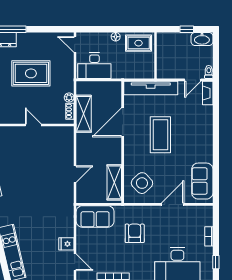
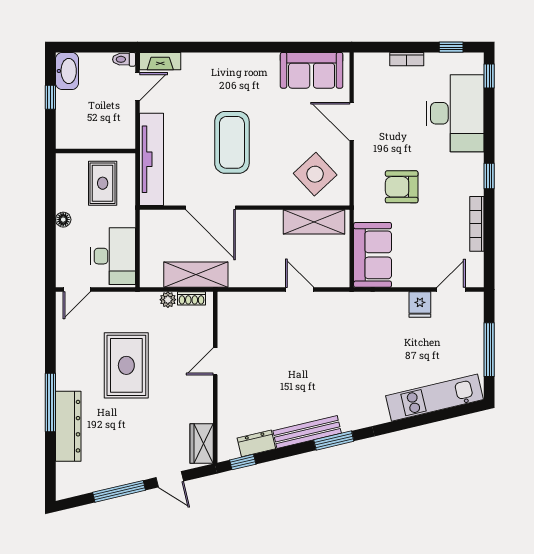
rug: (139, 43) -> (103, 183), moved
door: (193, 80) -> (138, 87), hinge flipped
coffee table: (160, 135) -> (232, 142), turned 90

